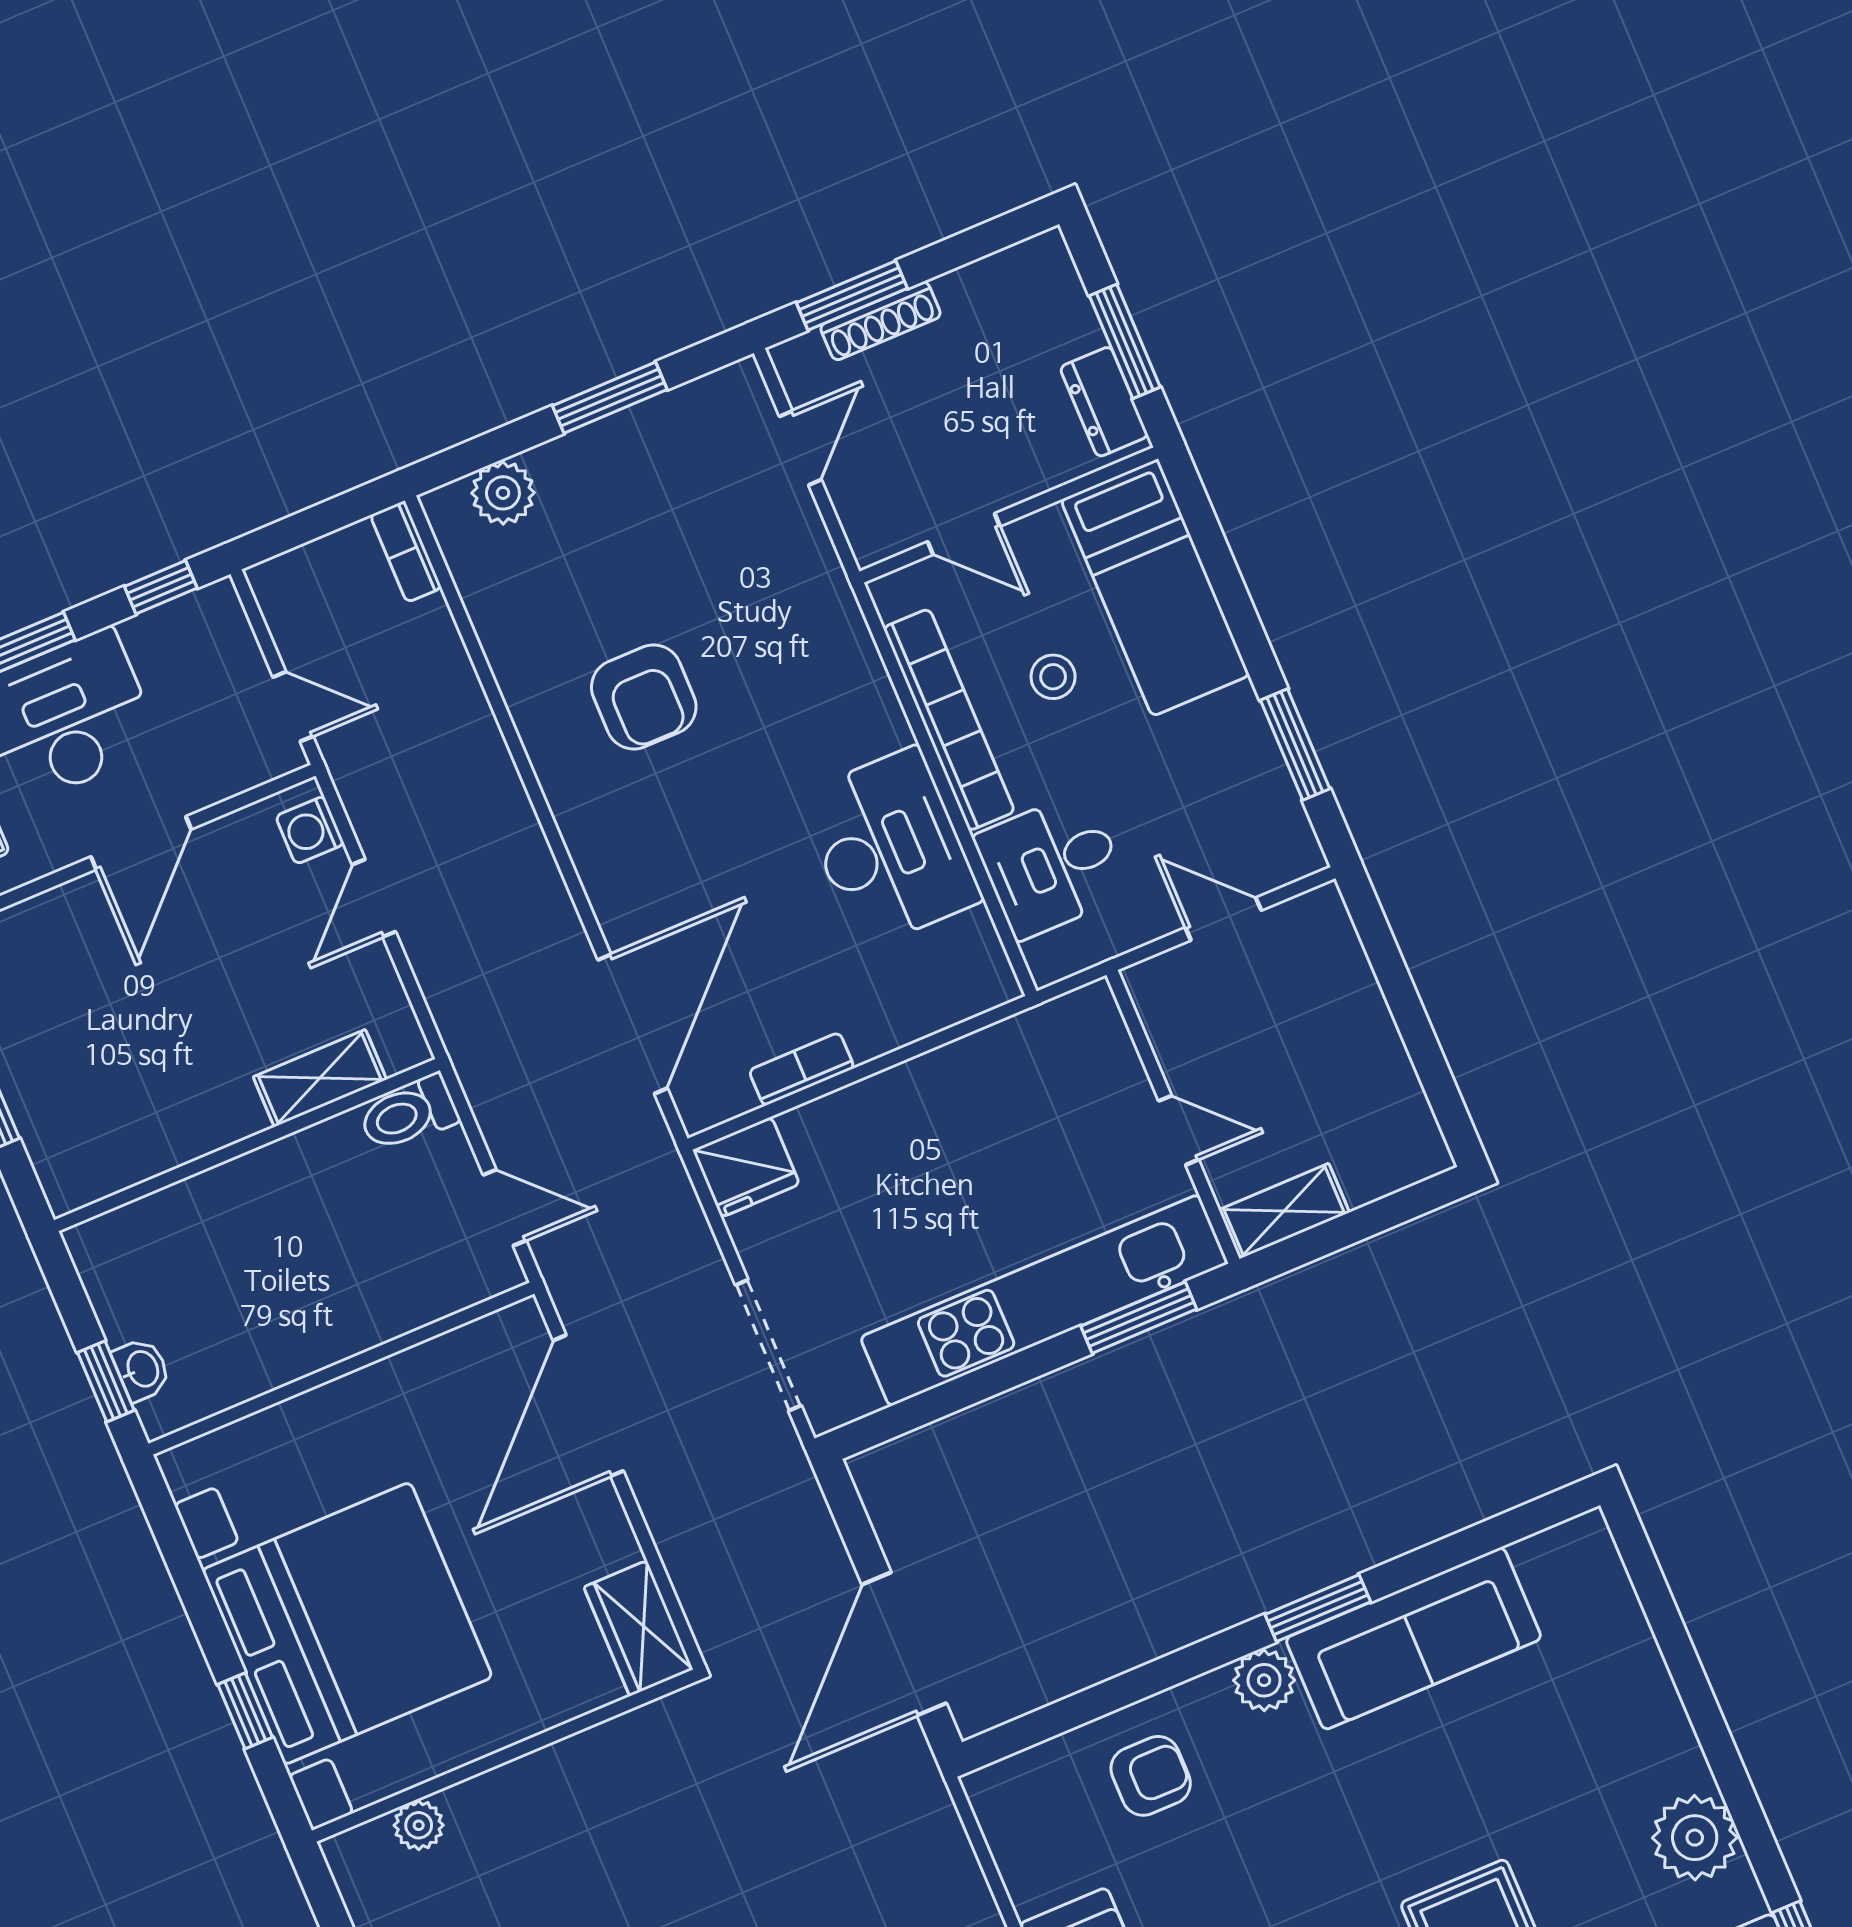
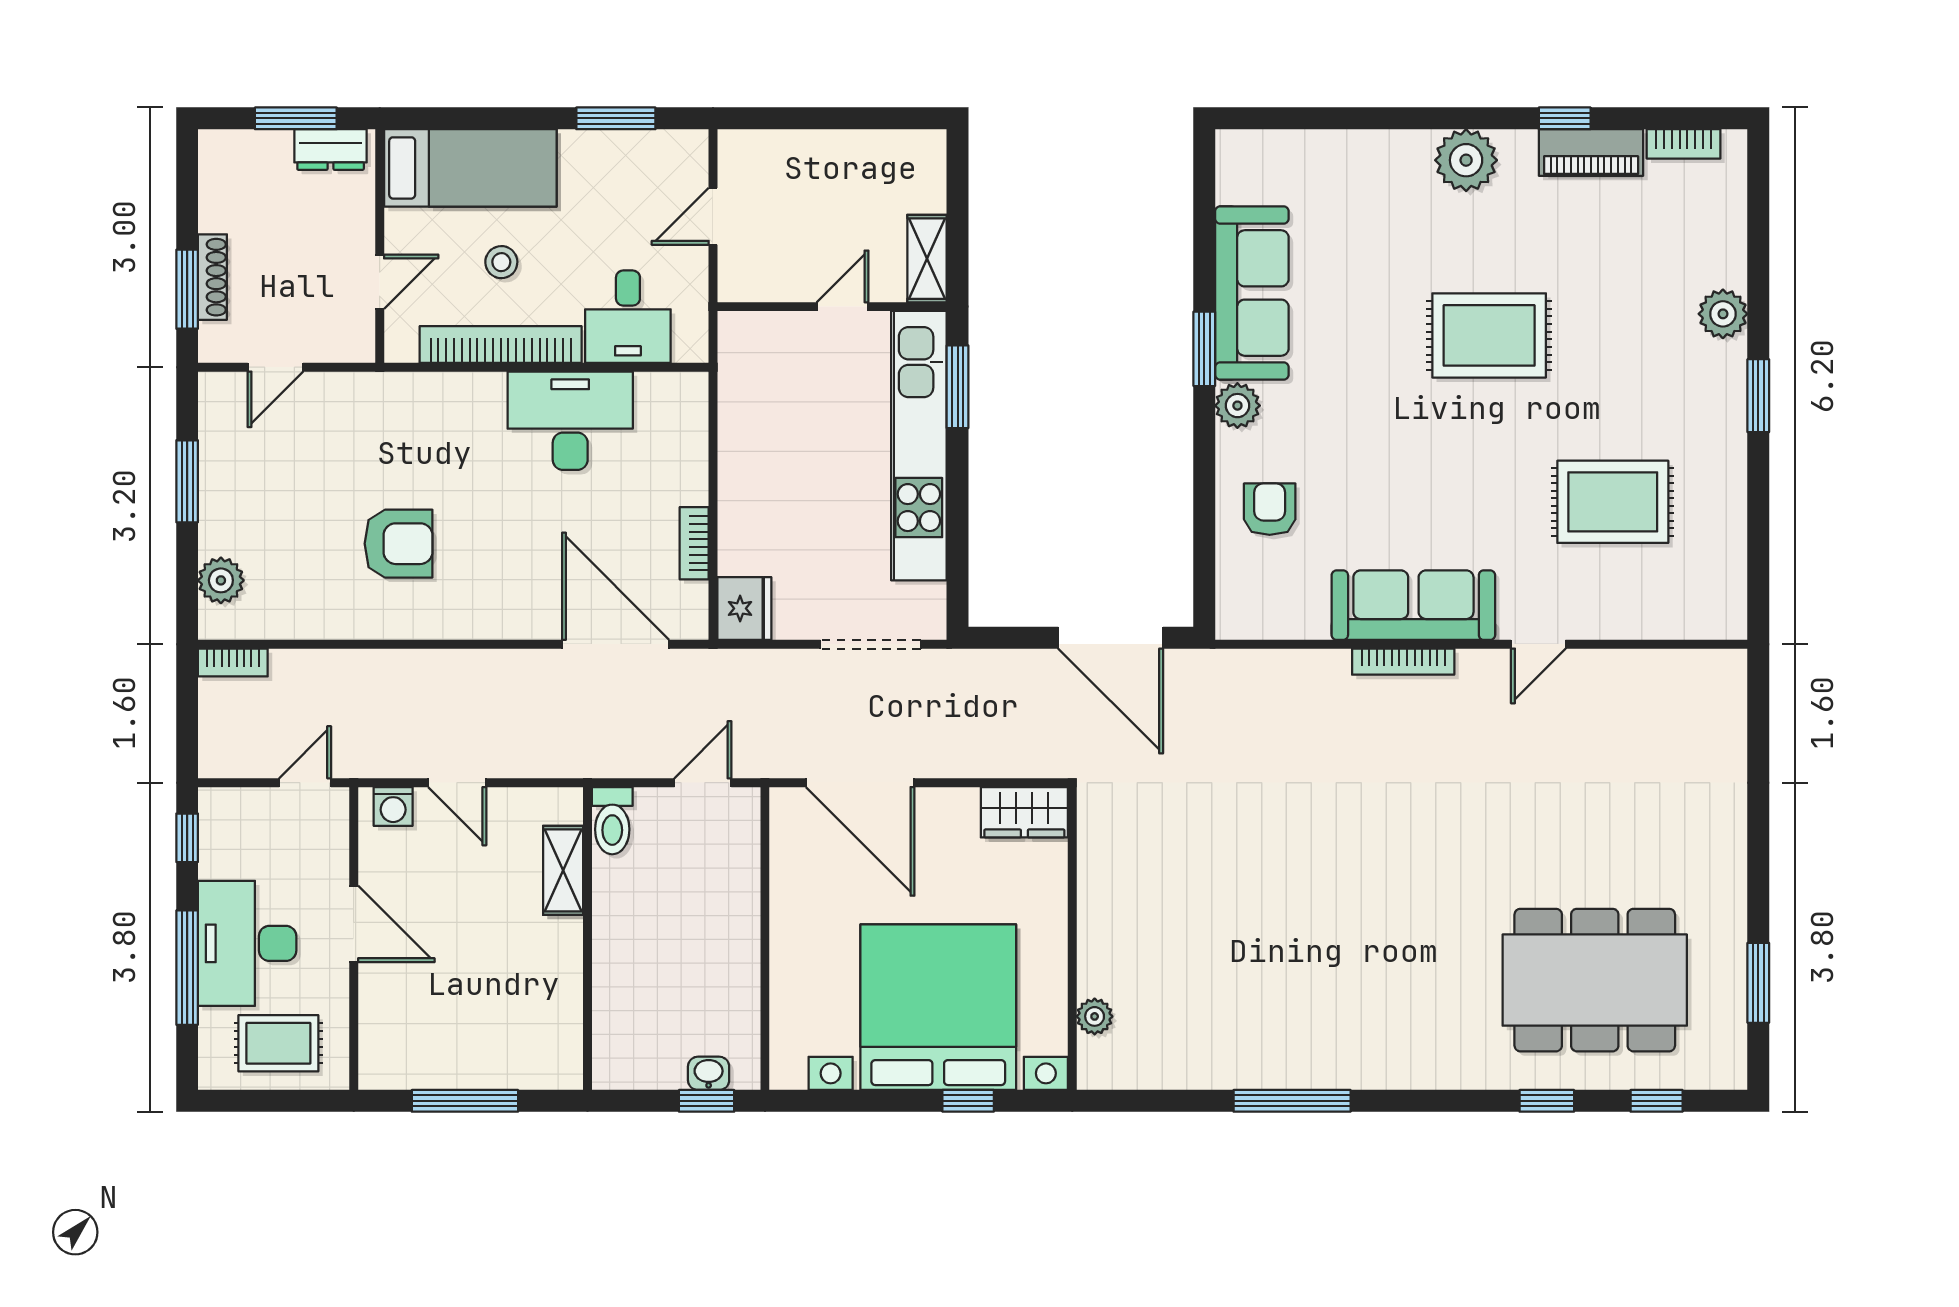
door: (800, 448) -> (275, 367), swing flipped

